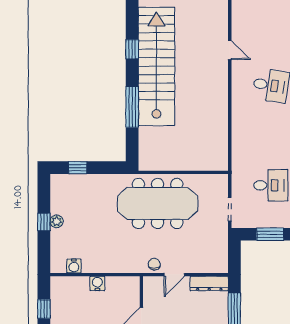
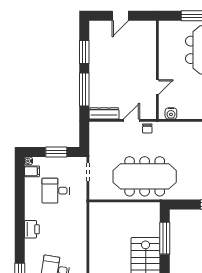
window: (132, 107) -> (165, 238), moved
water cooler: (97, 283) -> (171, 113), moved

